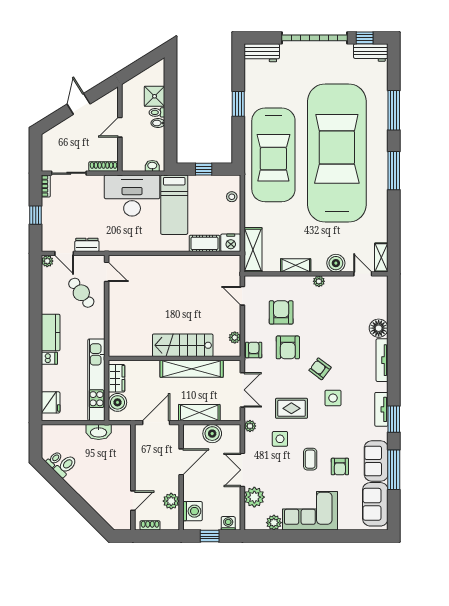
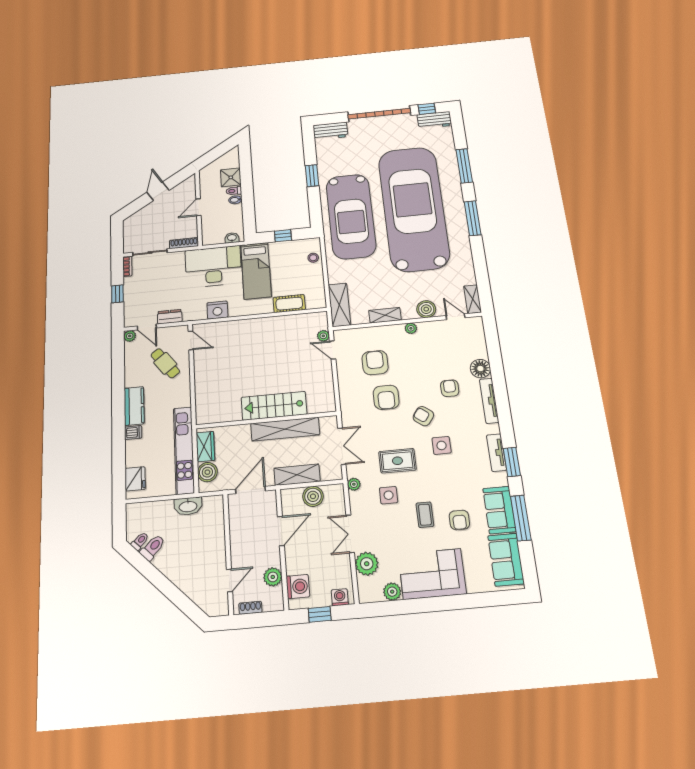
nightstand: (231, 243) -> (217, 310), moved
plant: (235, 337) -> (323, 336), moved
armchair: (254, 350) -> (450, 388), moved

